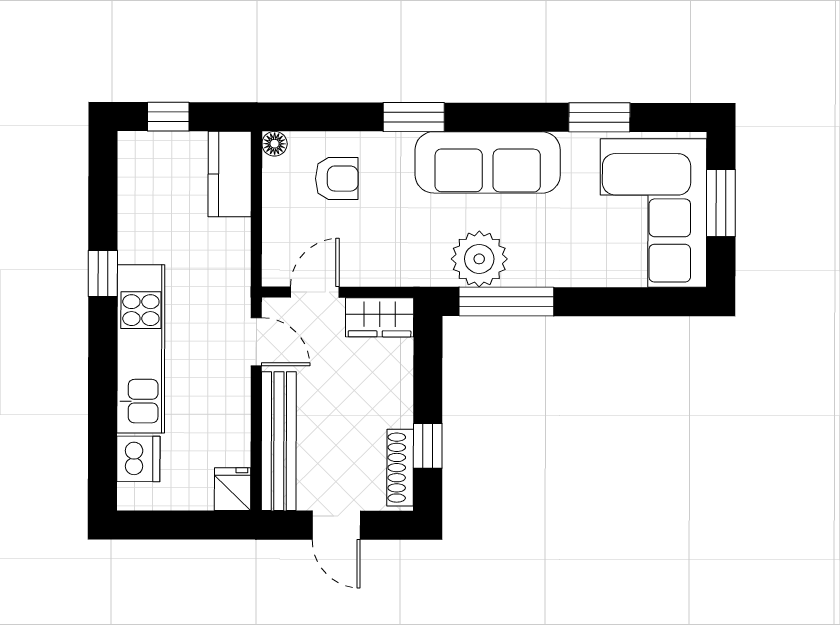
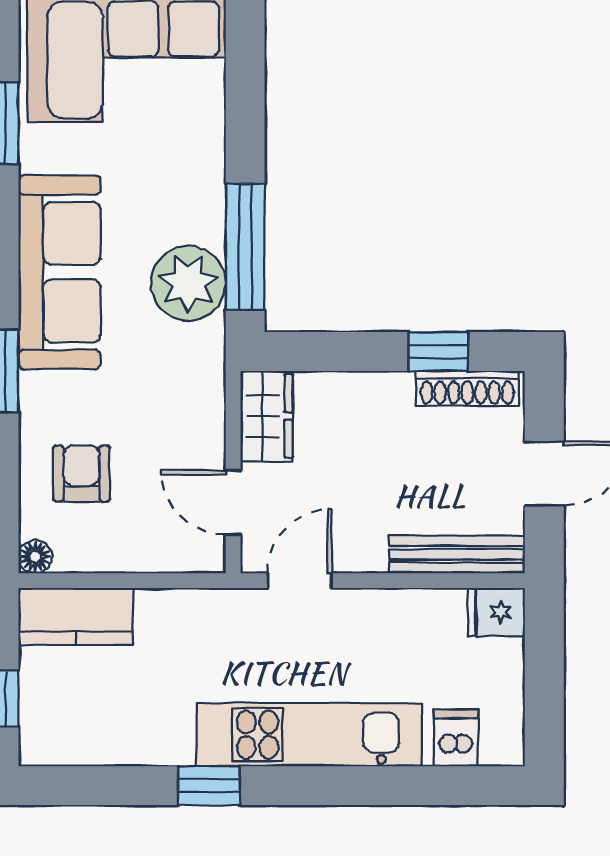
bench: (279, 441) -> (457, 554), width x0.73, depth x0.82
dishwasher: (138, 459) -> (456, 738), width x0.73

